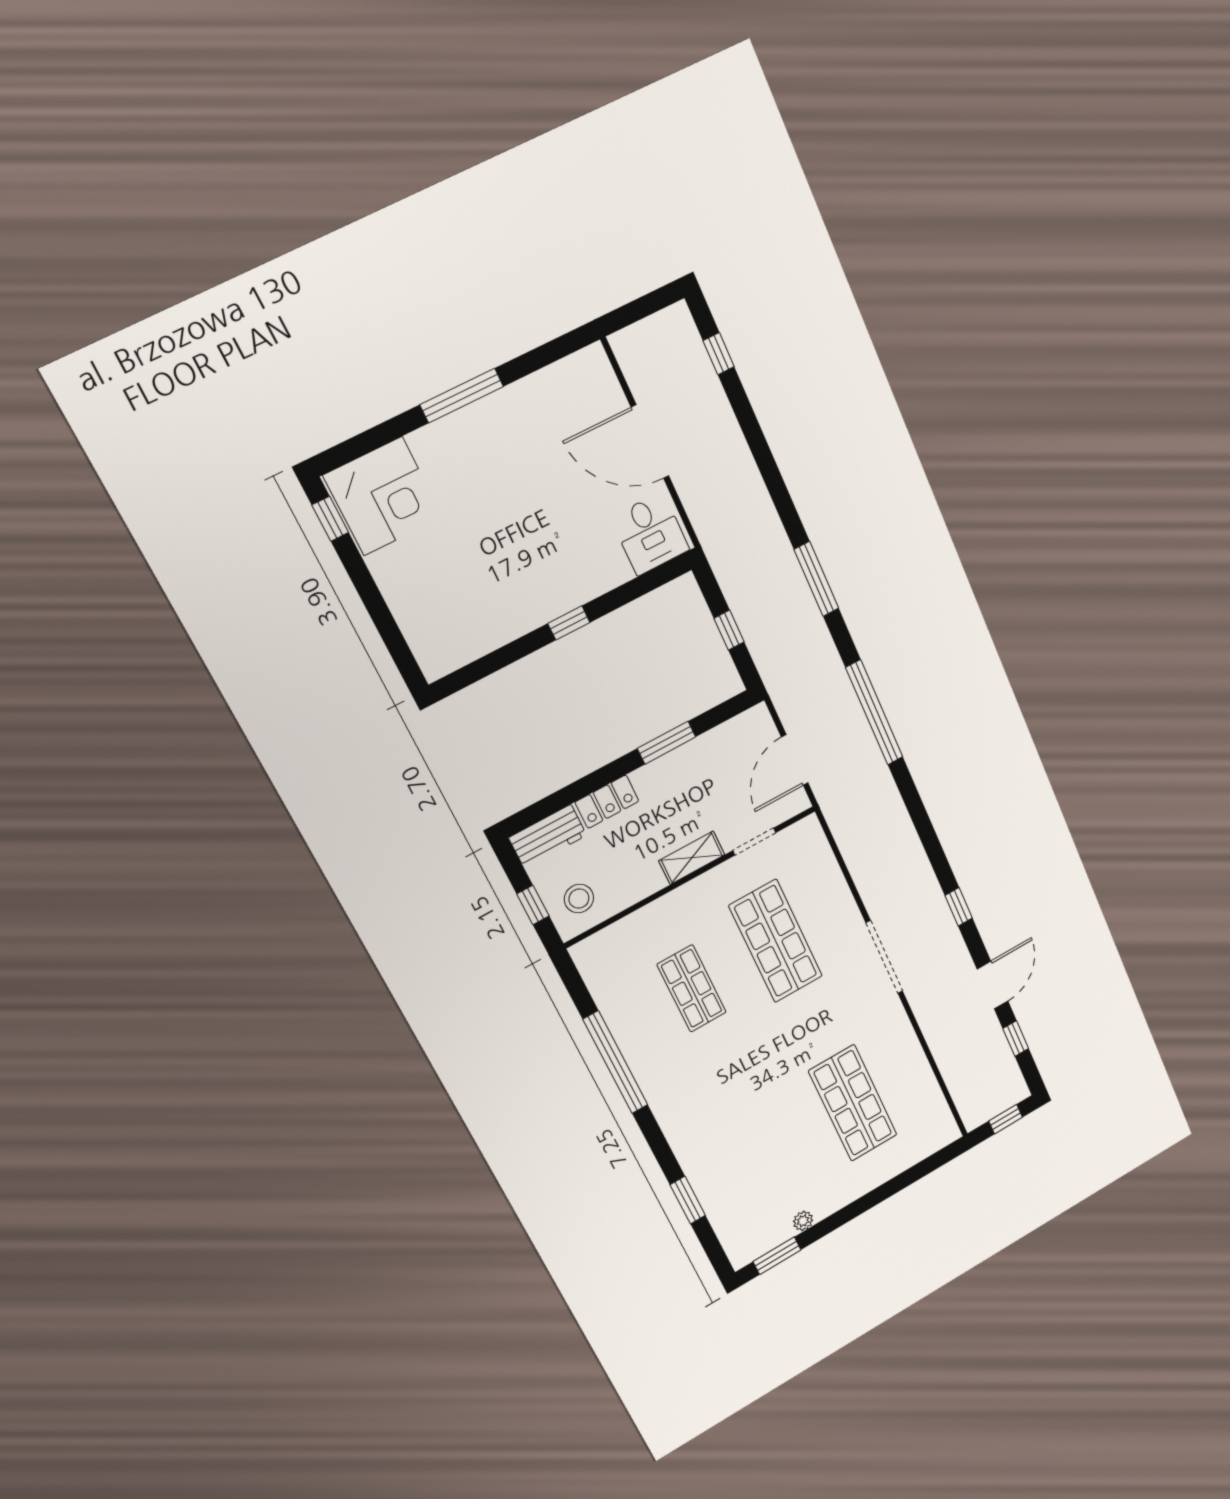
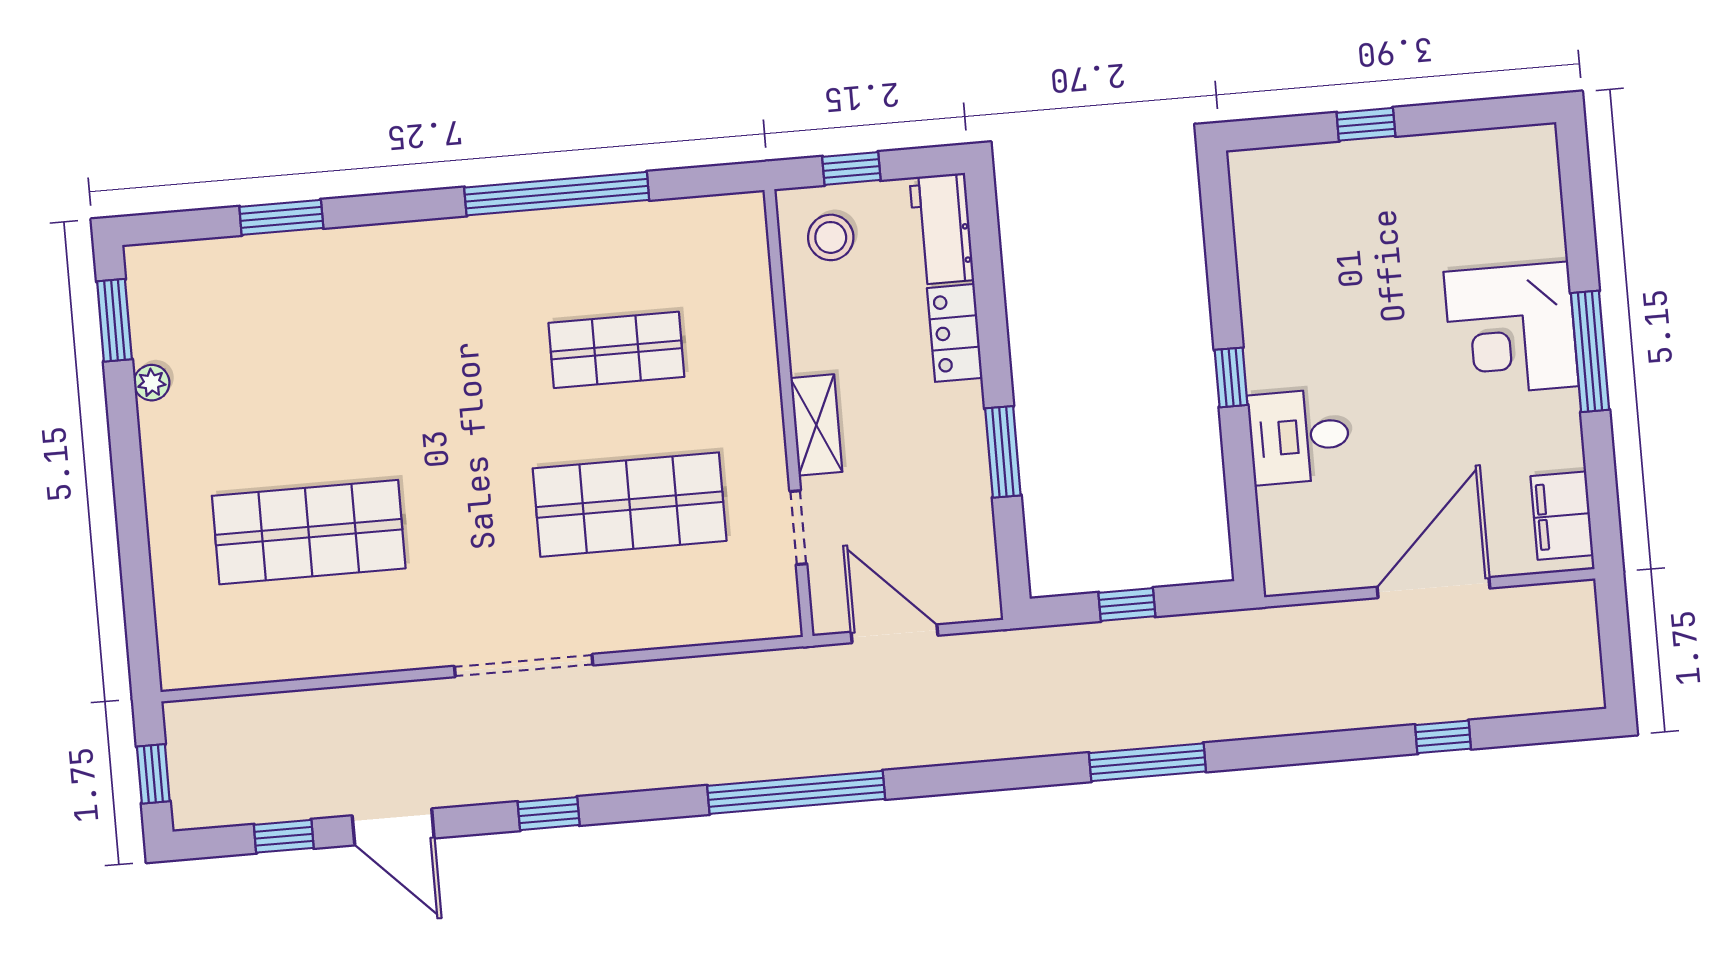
window: (719, 354) -> (1443, 737), moved
filing cabinet: (574, 374) -> (1562, 516), added
corner desk: (383, 496) -> (1511, 329), moved
window: (330, 519) -> (1366, 124), moved
desk: (650, 534) -> (1299, 436), moved
window: (874, 713) -> (796, 792), moved

